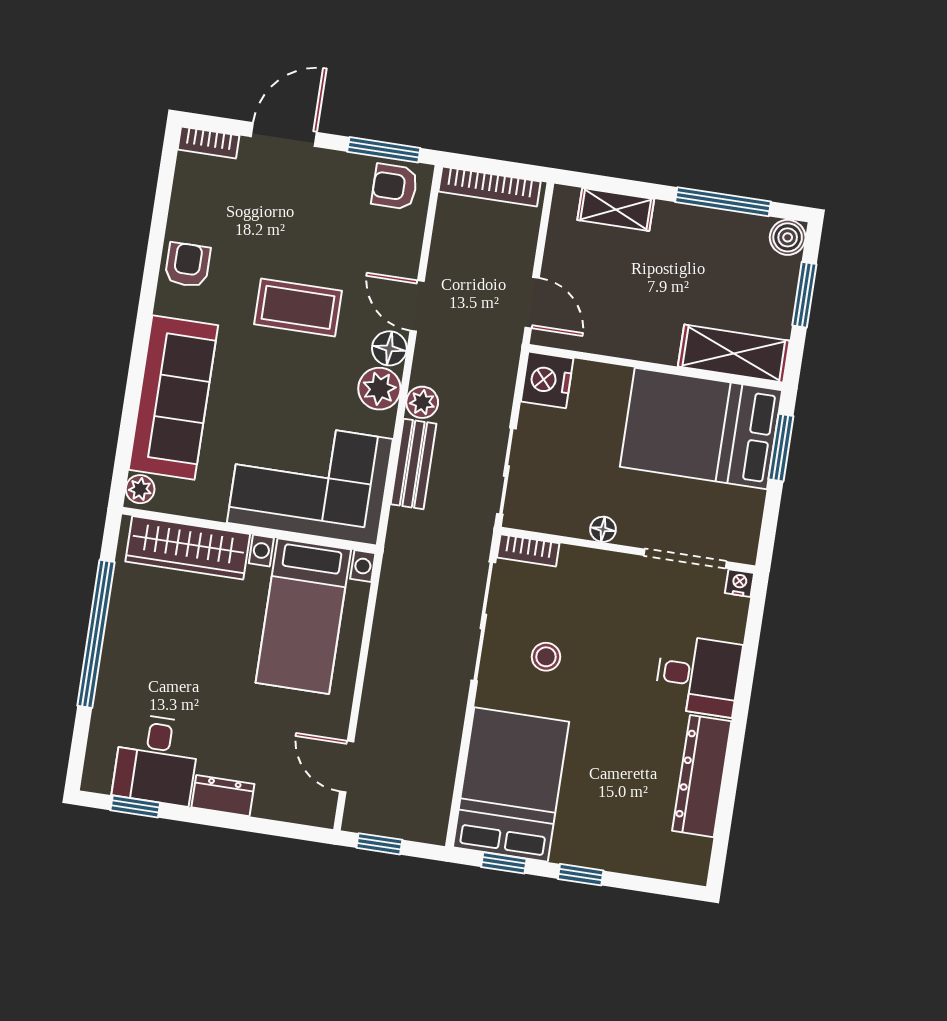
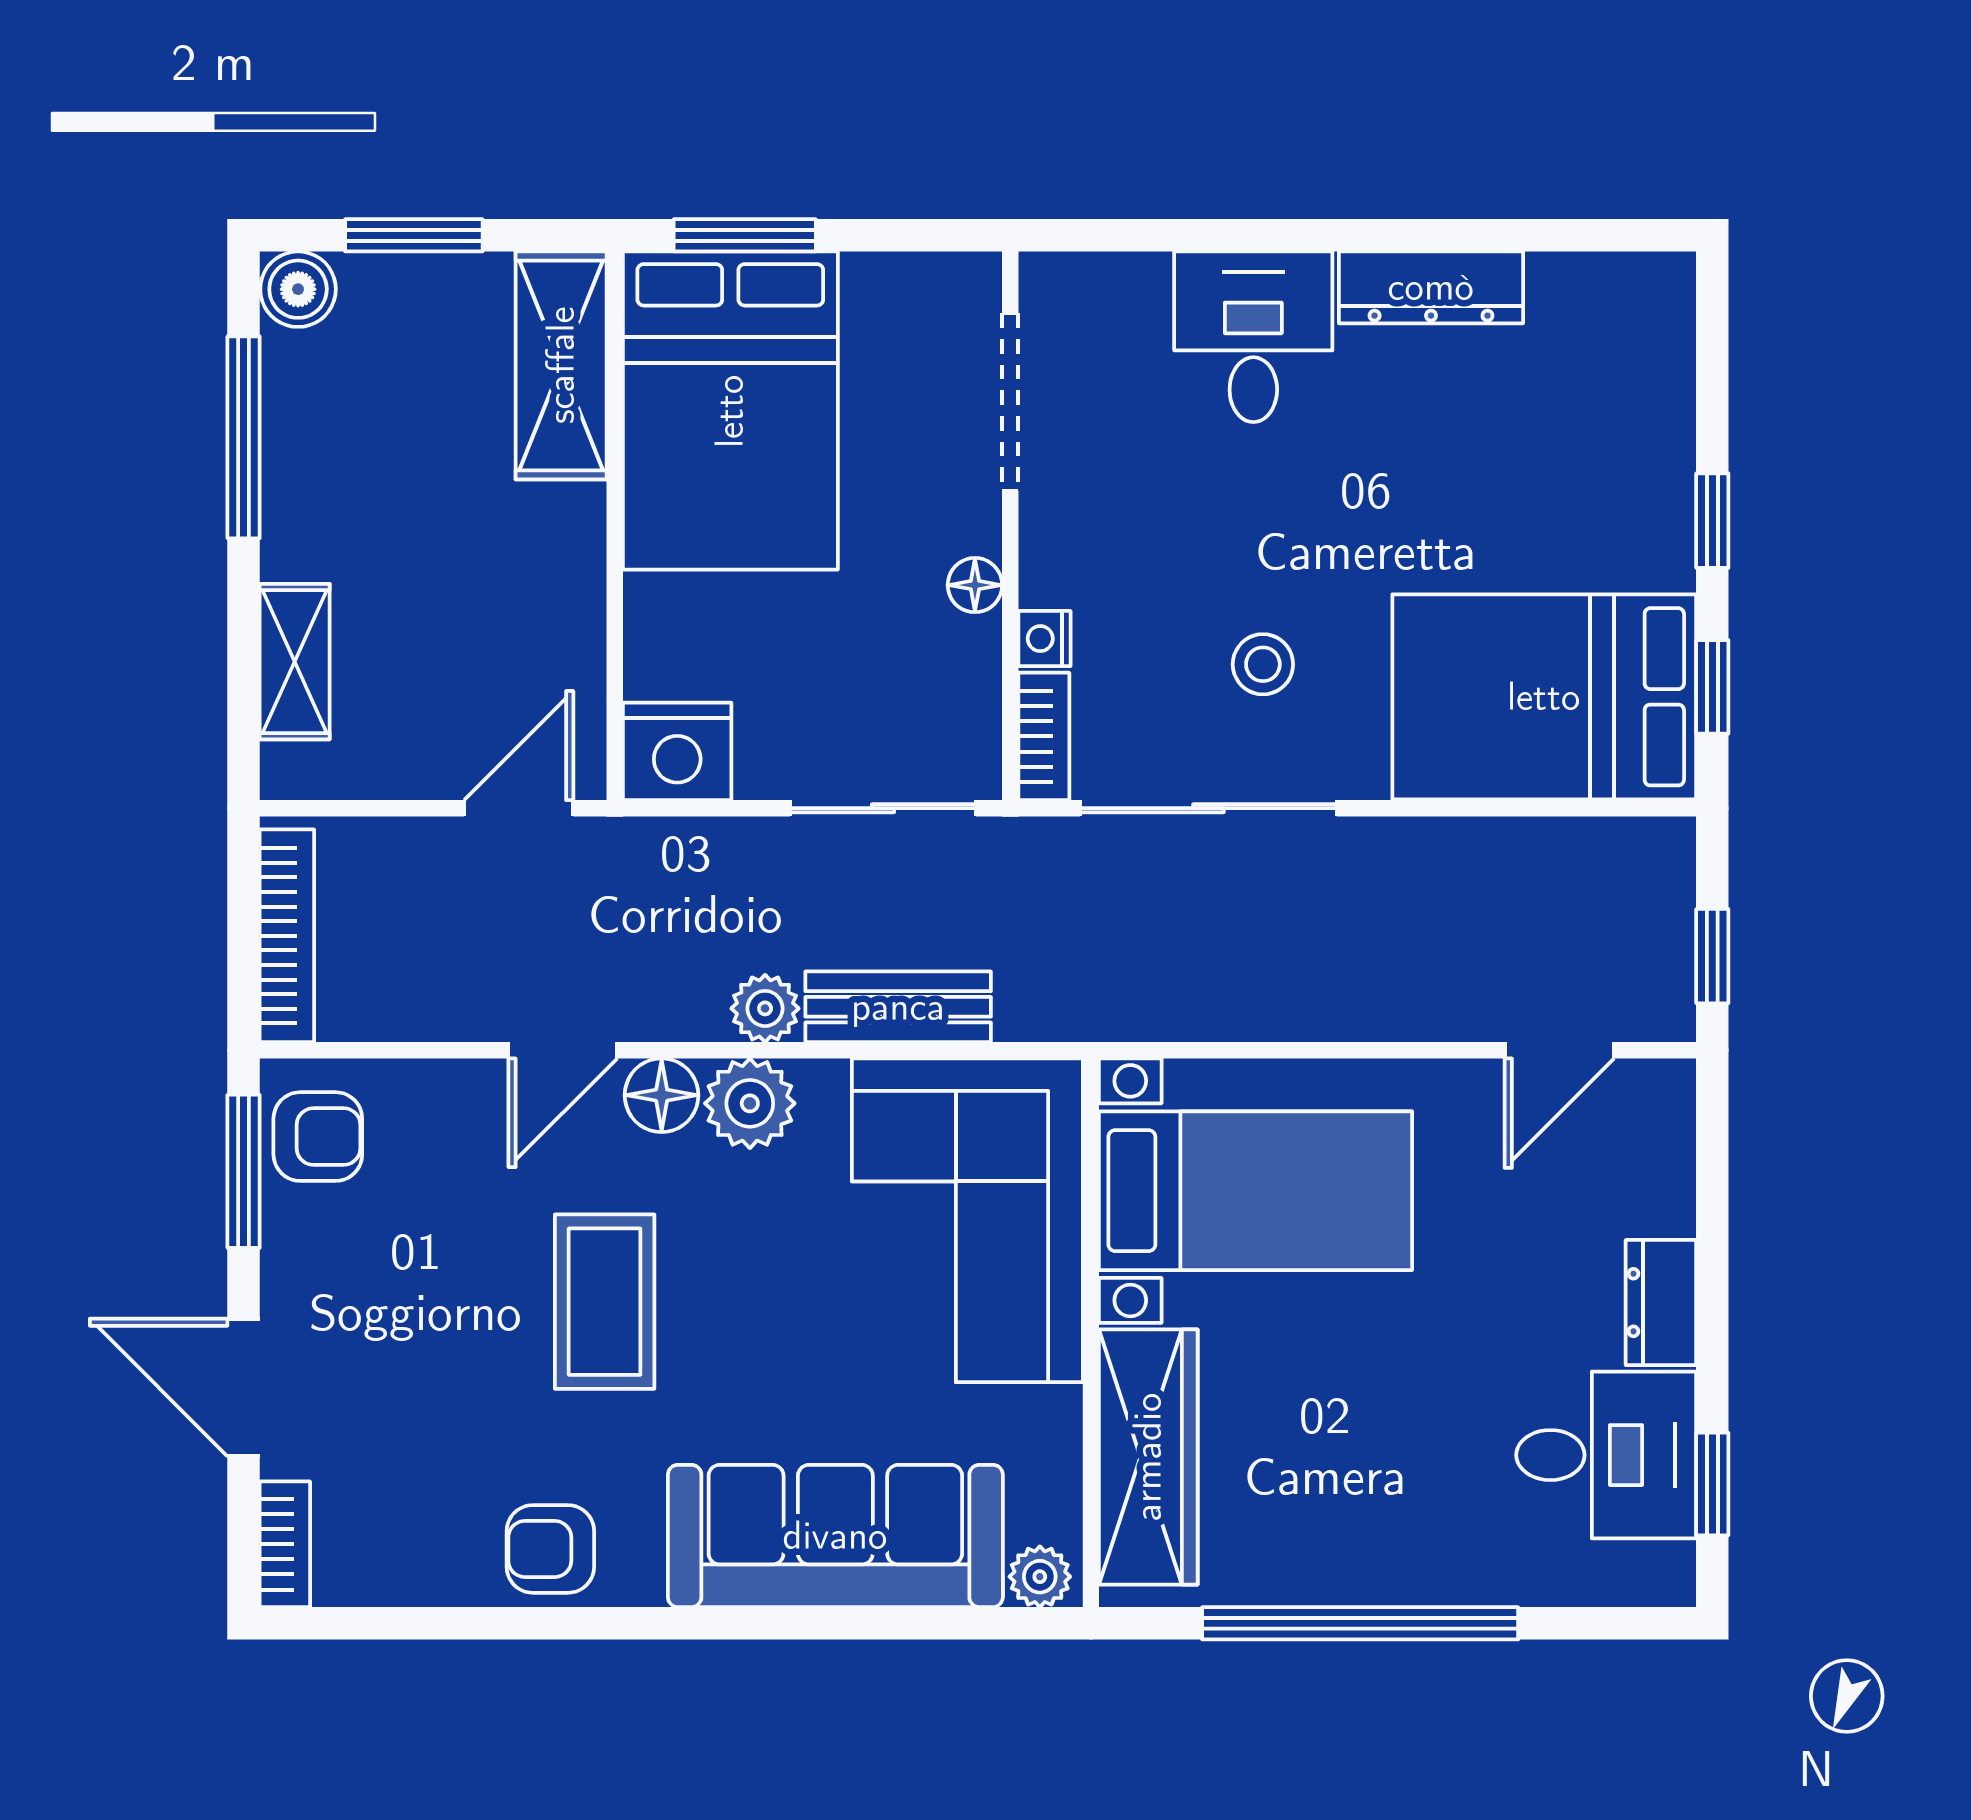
armchair: (395, 187) -> (318, 1137), turned -90
nightstand: (740, 583) -> (1044, 639), moved
dresser: (702, 776) -> (1431, 287), width x0.73, depth x0.80

